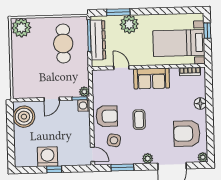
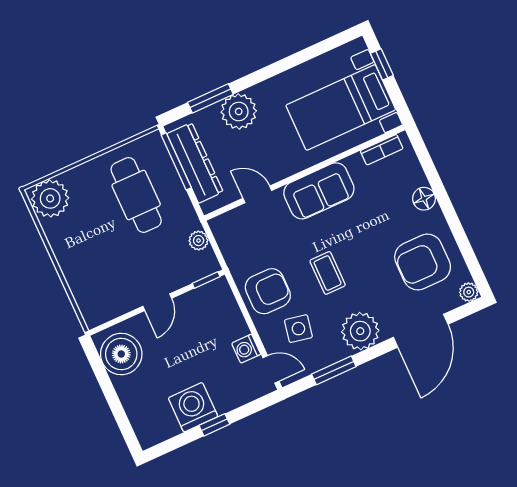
plant: (84, 92) -> (199, 241), moved
washing machine: (84, 105) -> (246, 349), moved
plant: (148, 158) -> (360, 331), width x1.87, depth x1.87

